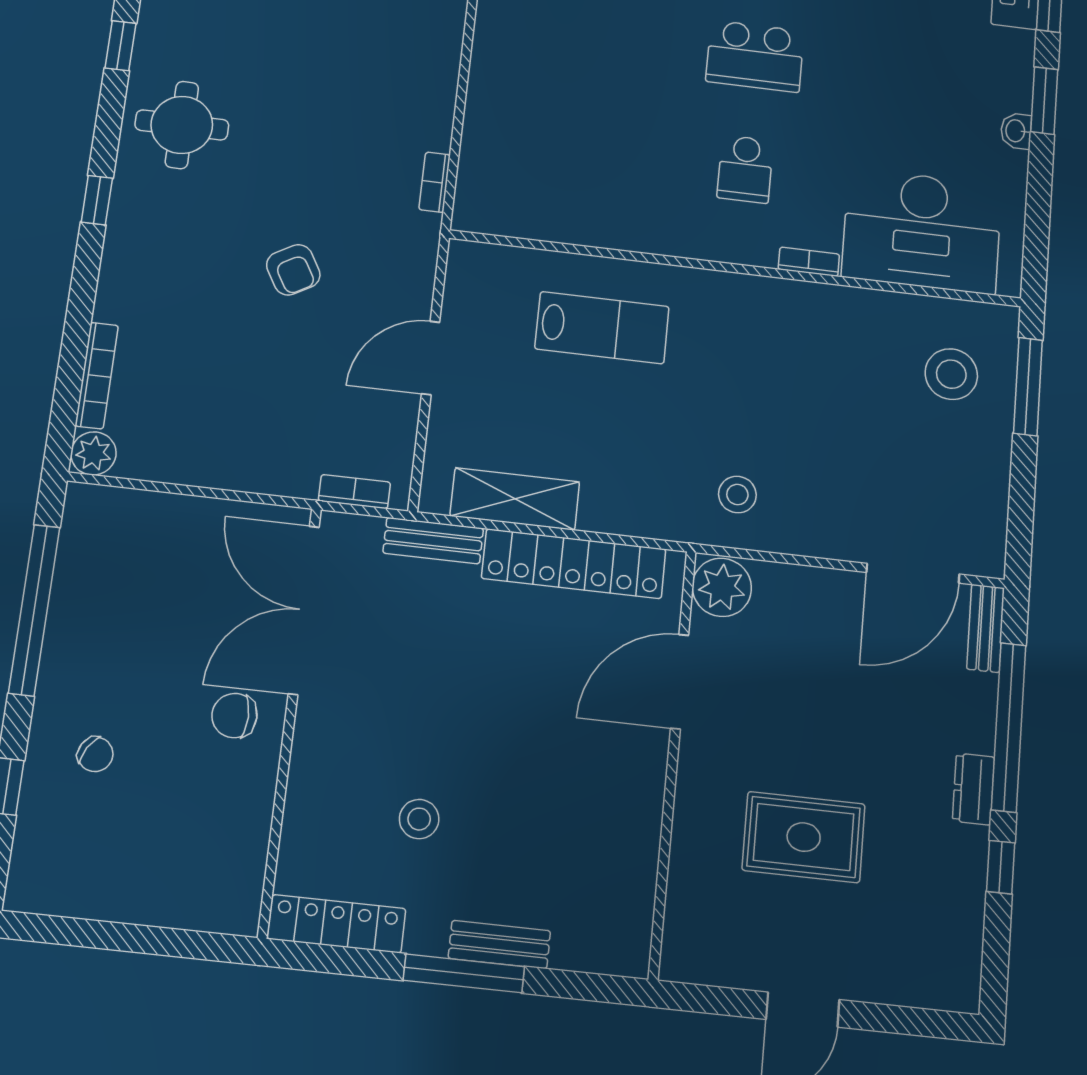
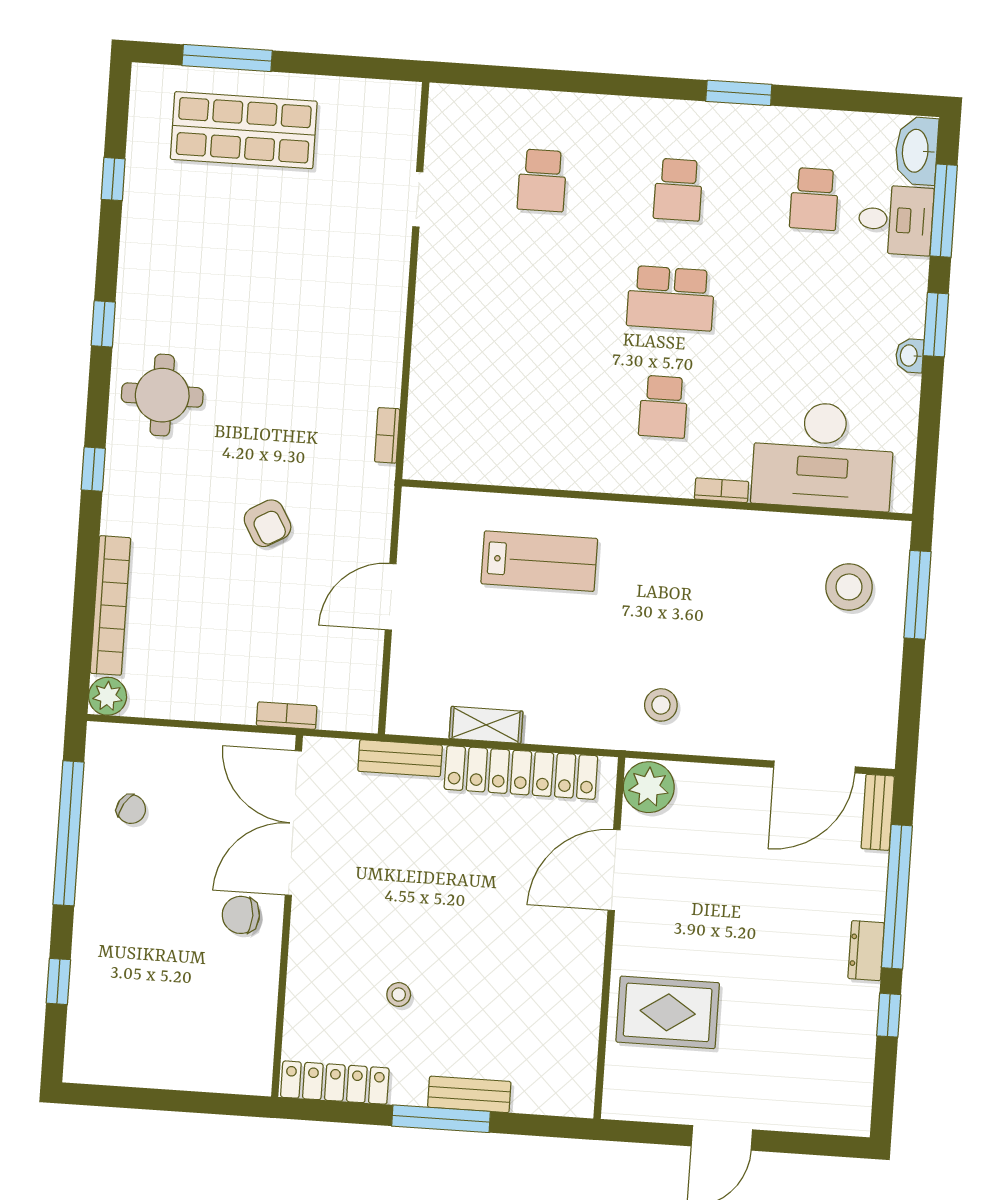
bookcase: (97, 376) -> (110, 605), width x1.48, depth x1.31
bookcase: (354, 492) -> (287, 716), moved
shelving: (515, 499) -> (486, 725), width x0.67, depth x0.75
chair: (95, 754) -> (131, 809), moved
stool: (419, 819) -> (399, 995), width x0.73, depth x0.73
rug: (804, 837) -> (668, 1012), moved

